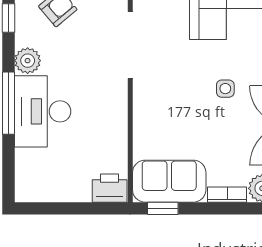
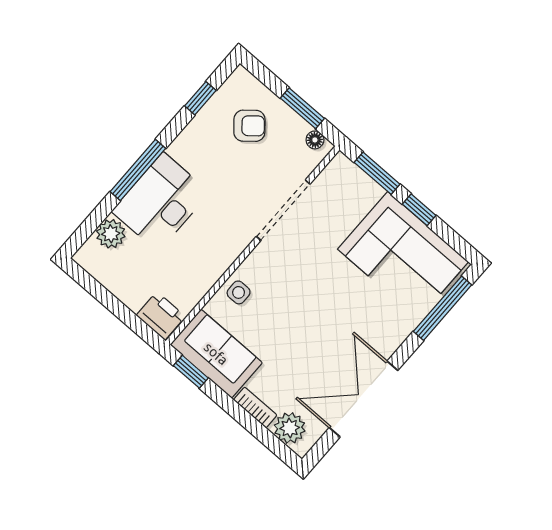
plant: (28, 61) -> (111, 234), moved
side table: (225, 89) -> (239, 292), moved

